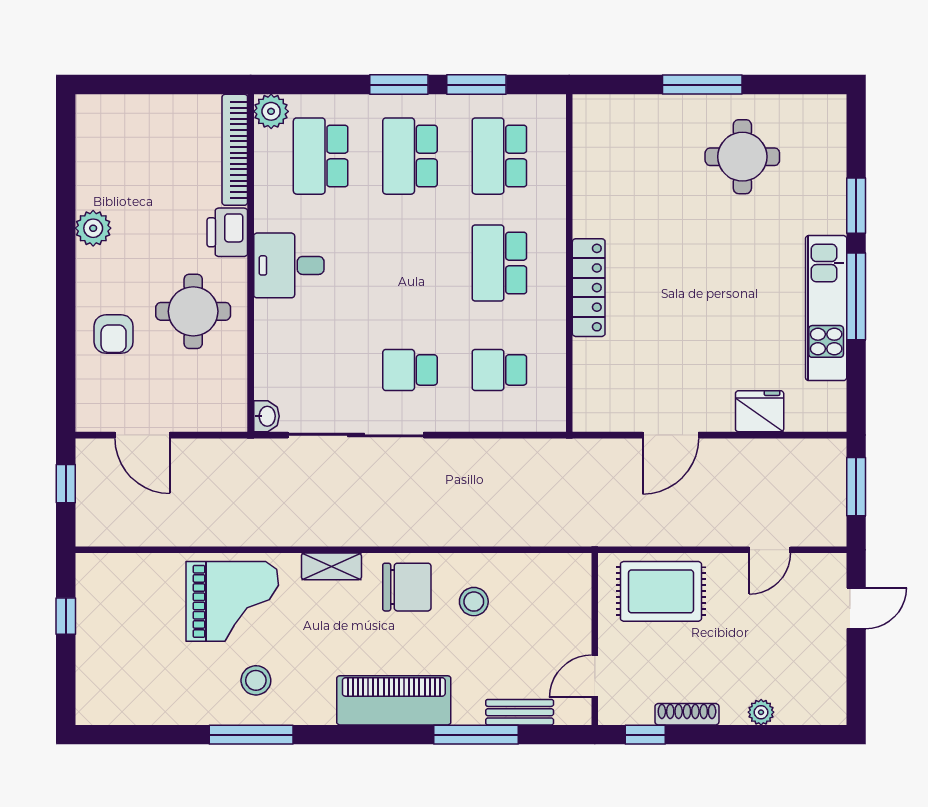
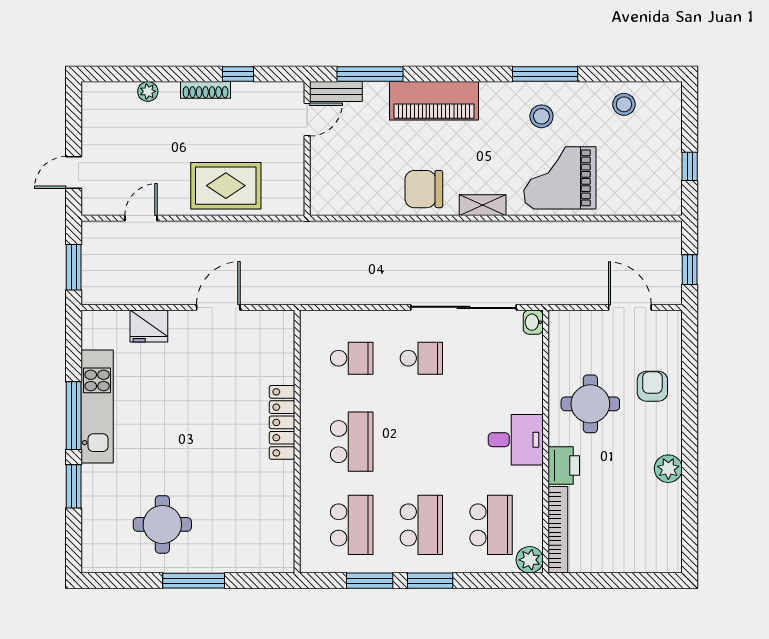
stool: (474, 602) -> (624, 104), moved
wall: (595, 639) -> (307, 149), moved
door: (595, 676) -> (307, 120), moved

